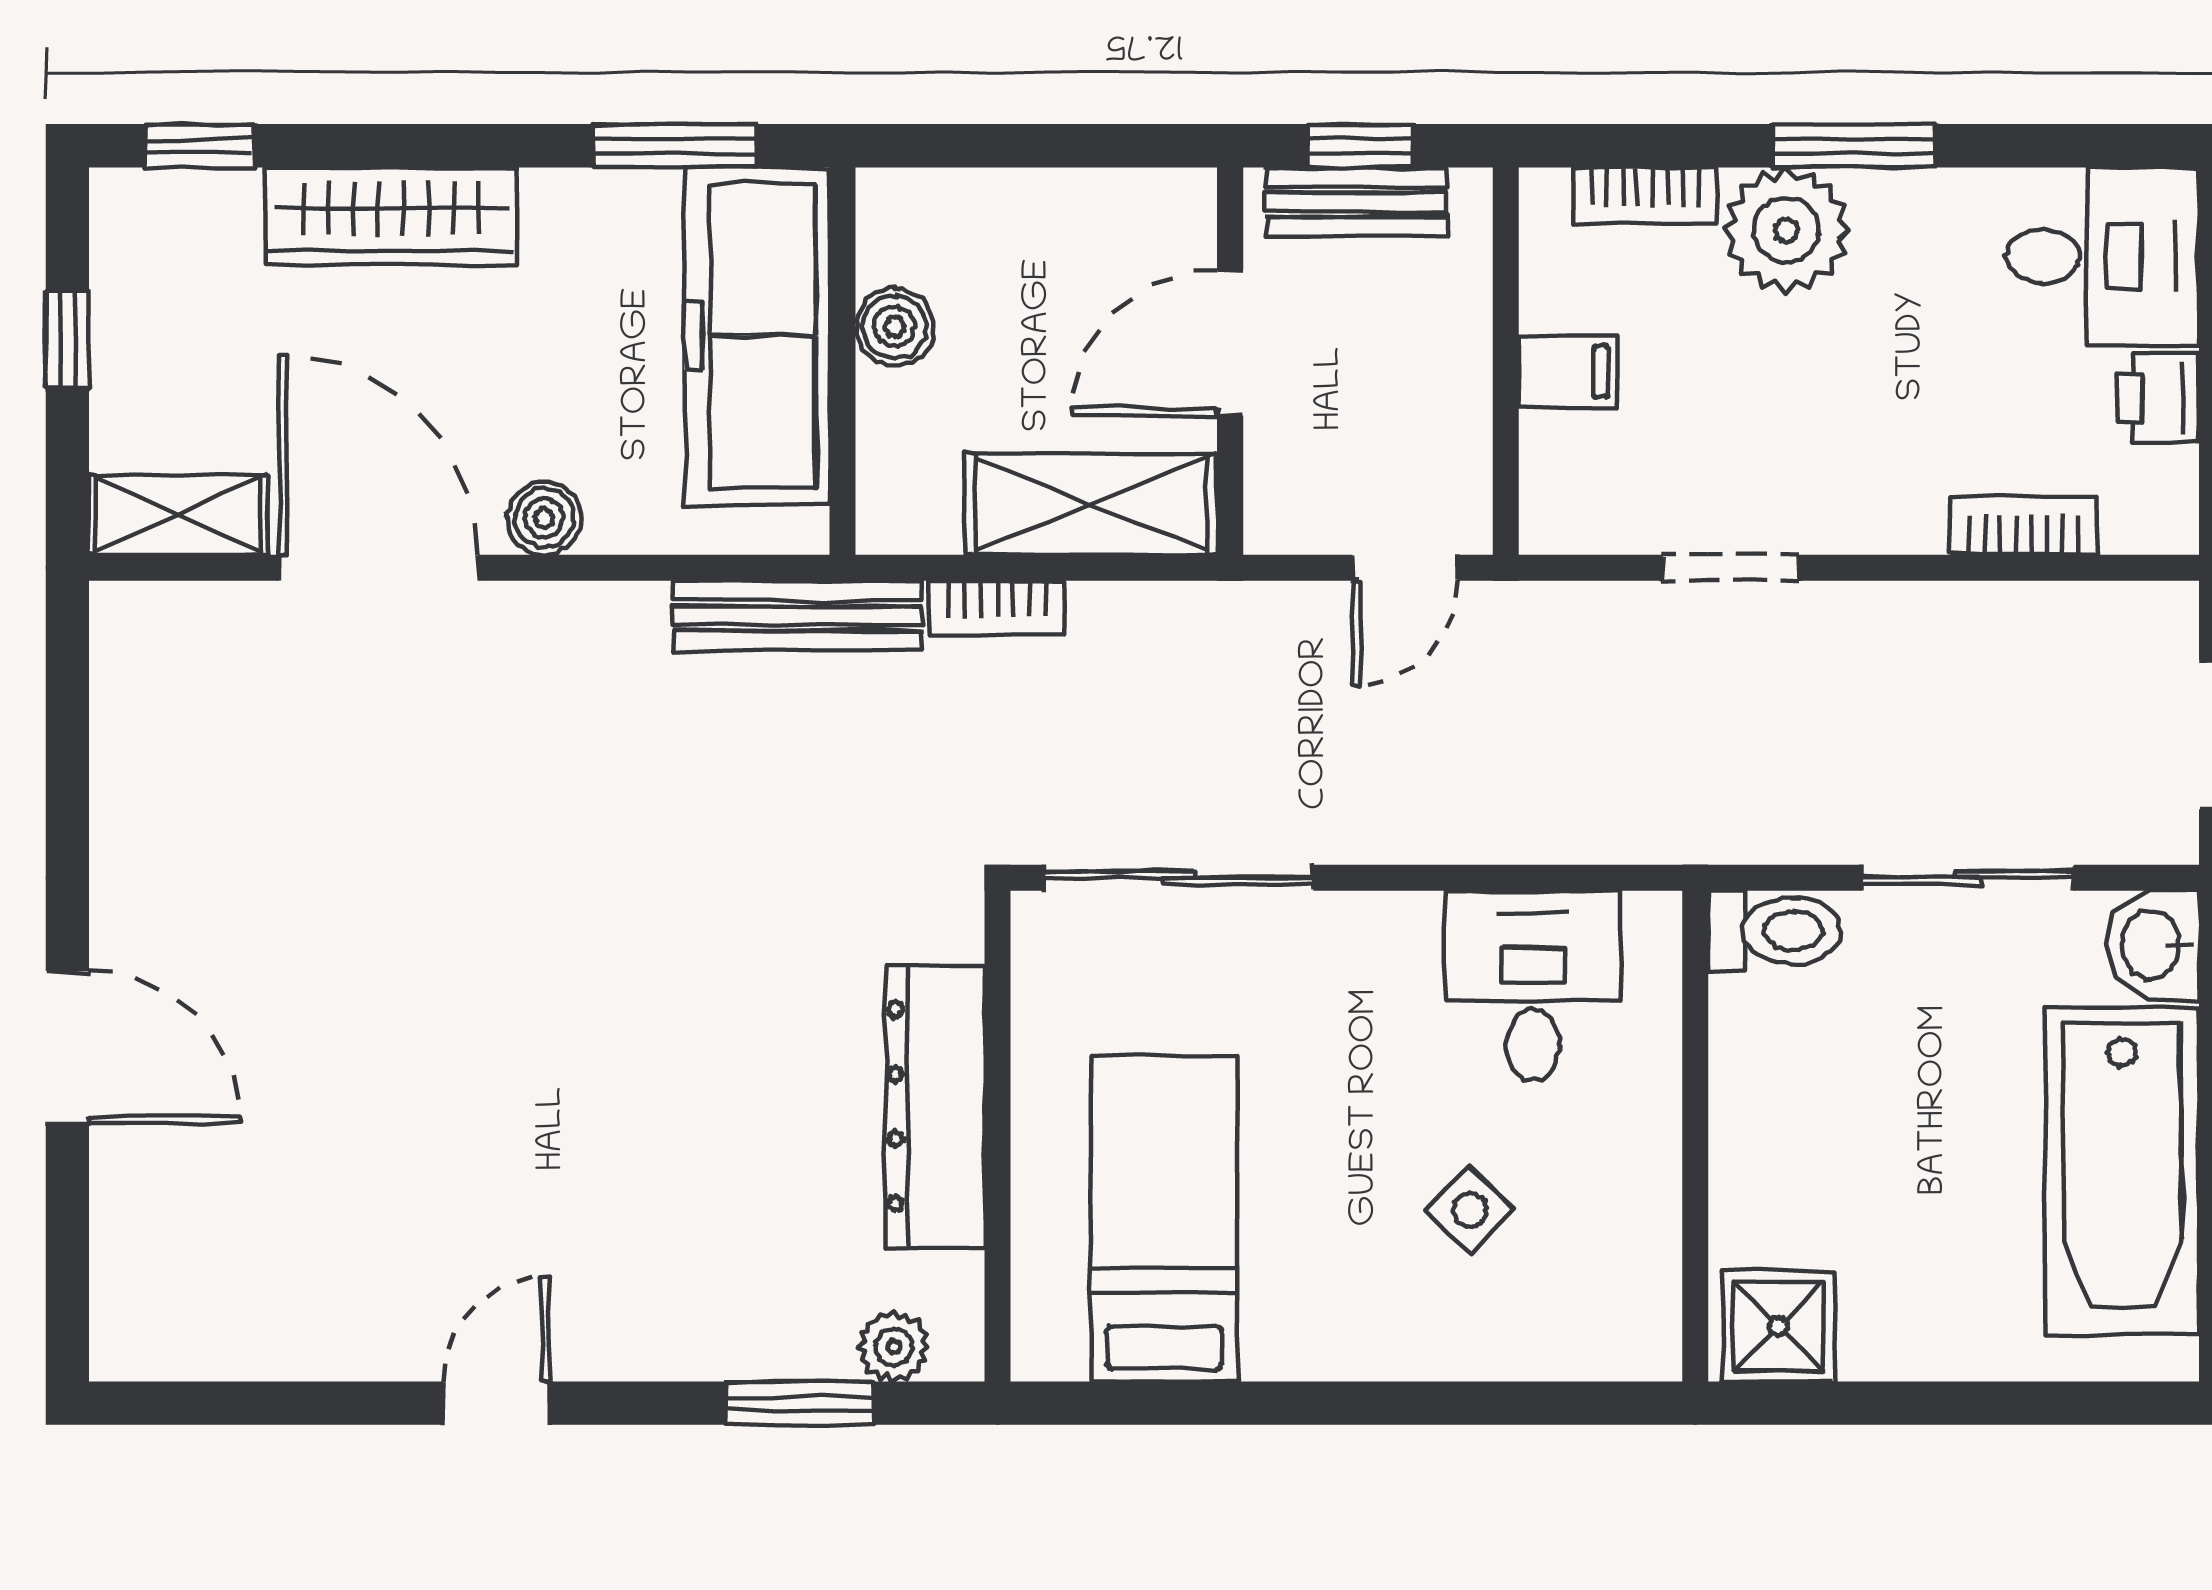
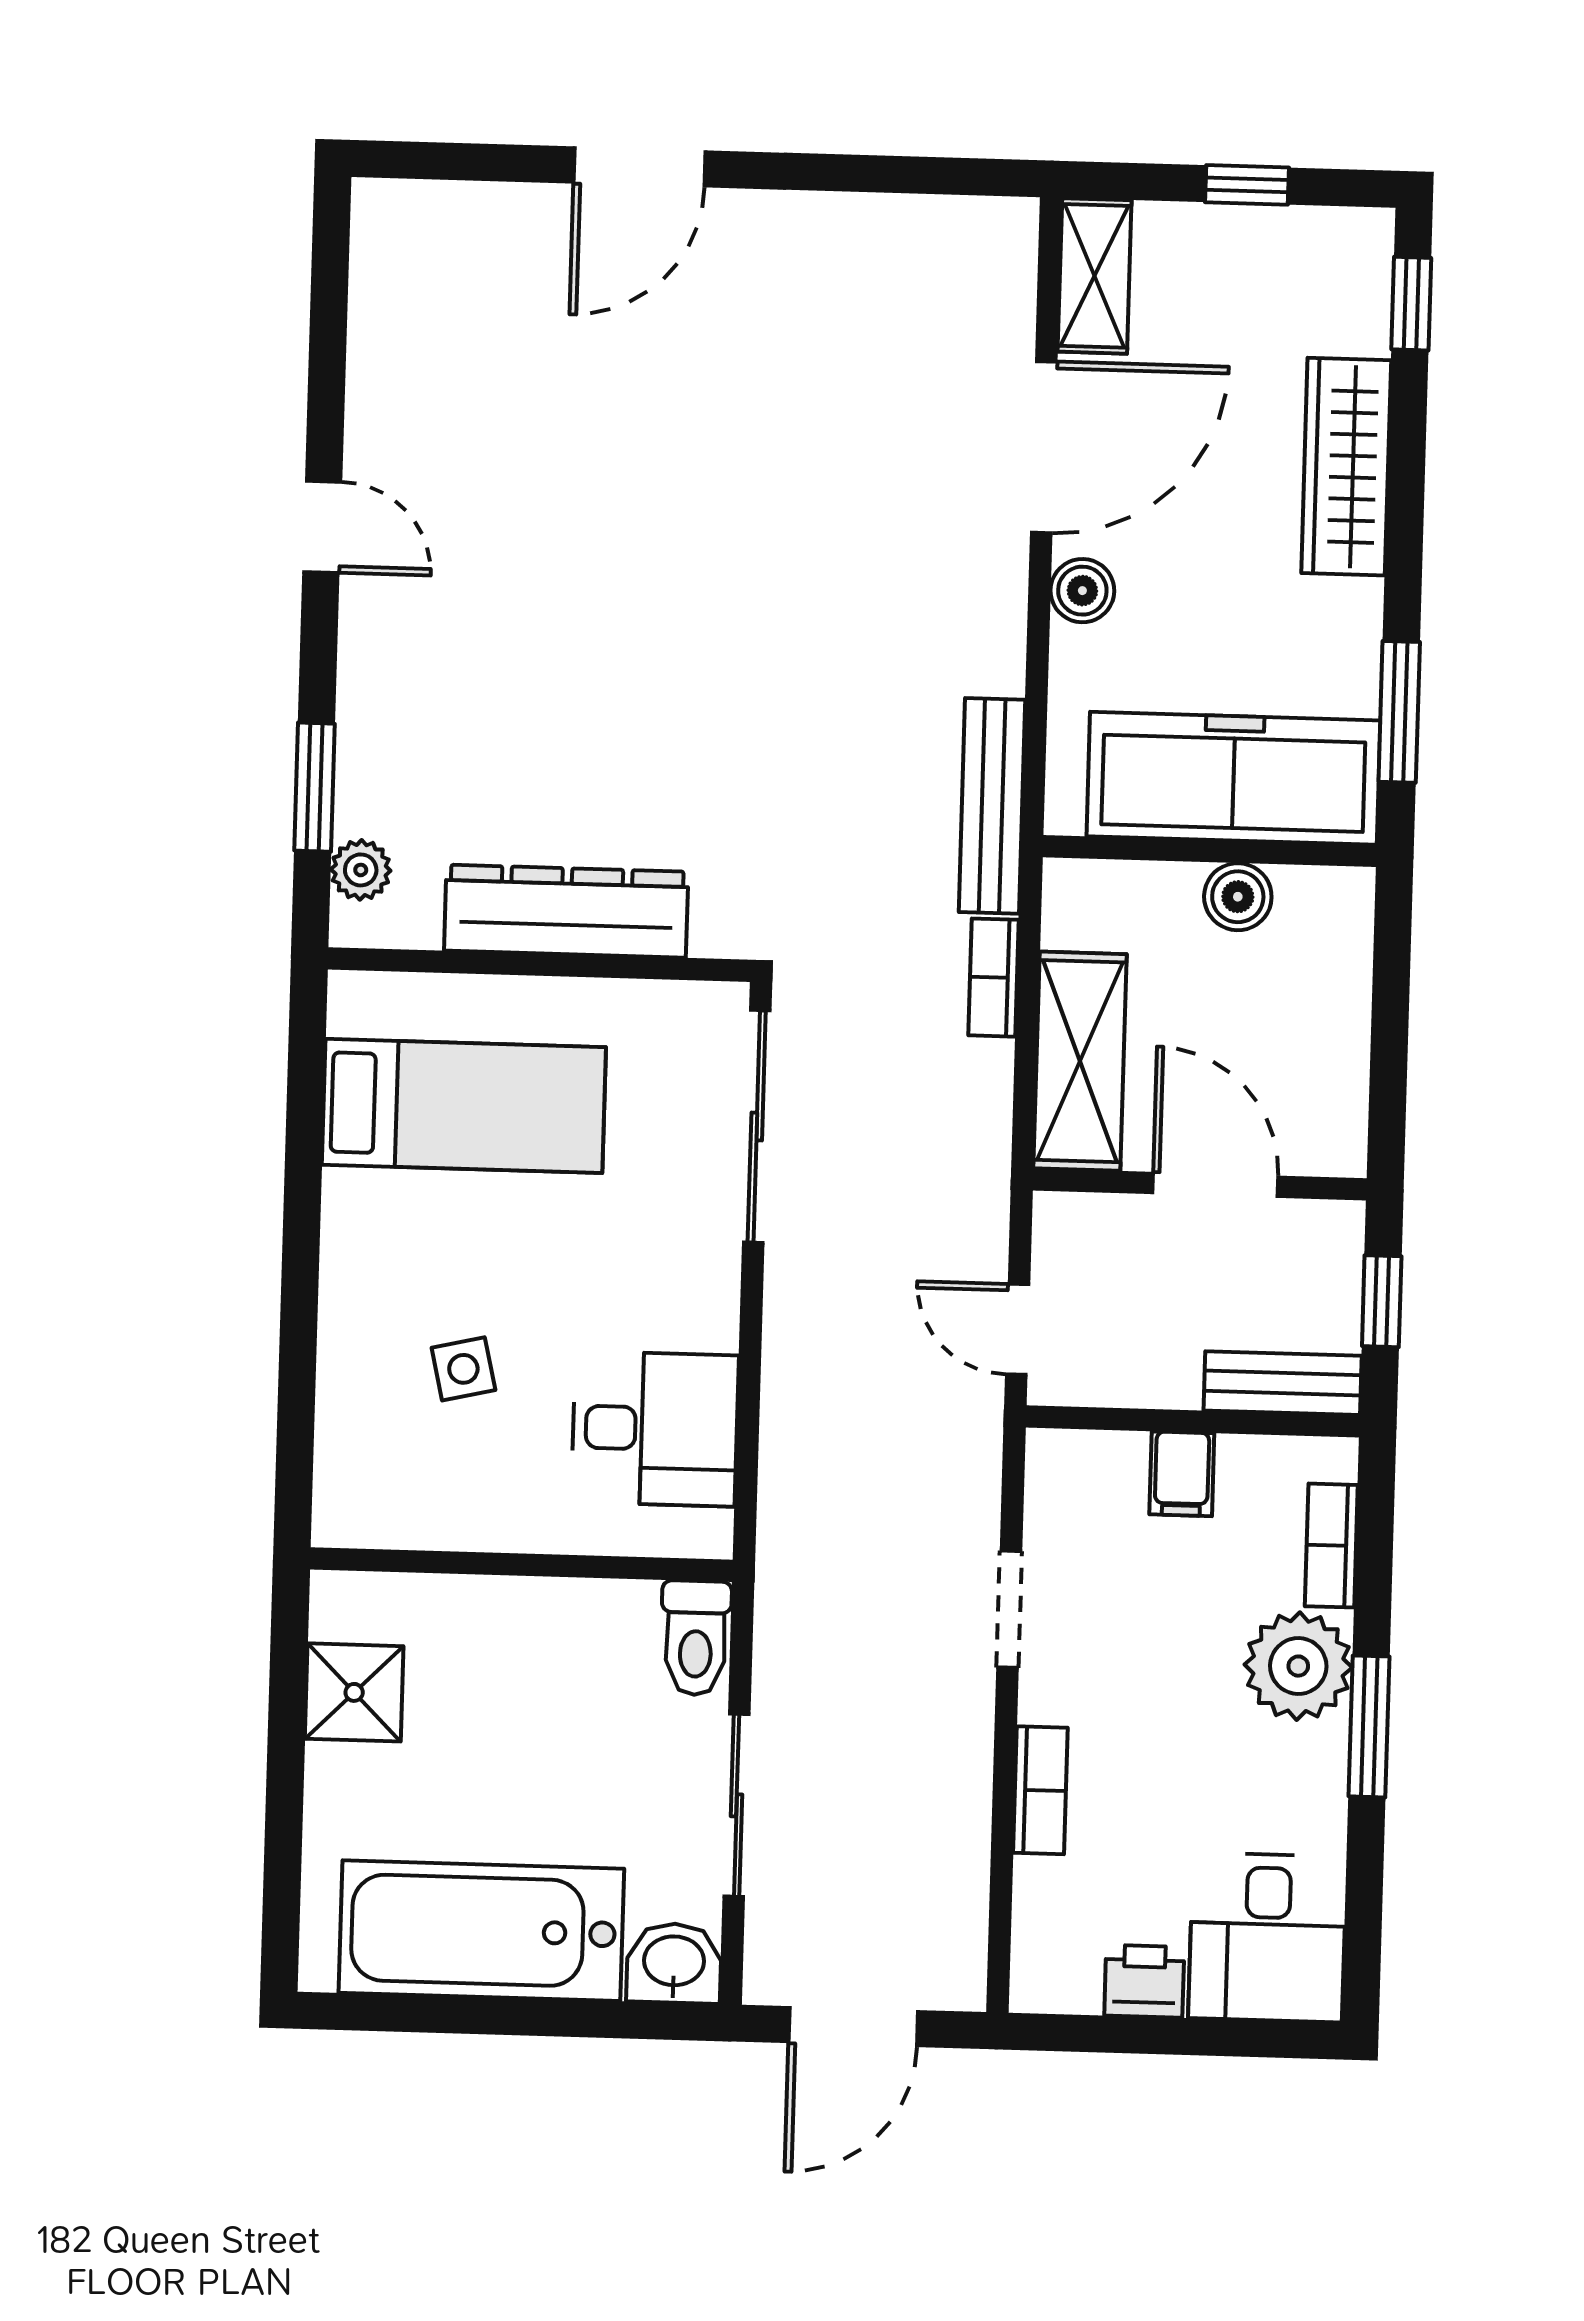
bench: (1356, 202) -> (1283, 1383), moved, turned 90
bookcase: (2024, 525) -> (1040, 1790), moved
side table: (1470, 1210) -> (463, 1369), turned 34
shower: (1778, 1326) -> (354, 1692), moved

